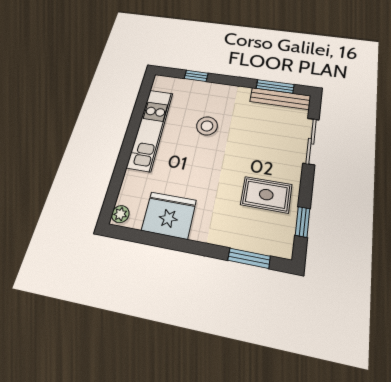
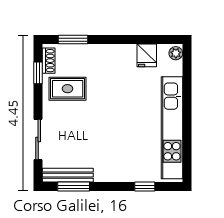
stool: (207, 126) -> (125, 139), removed
kitchen unit: (150, 129) -> (172, 128), width x1.36
fridge: (169, 215) -> (147, 55), width x0.53, depth x0.75
shoe rack: (286, 235) -> (49, 61), added

